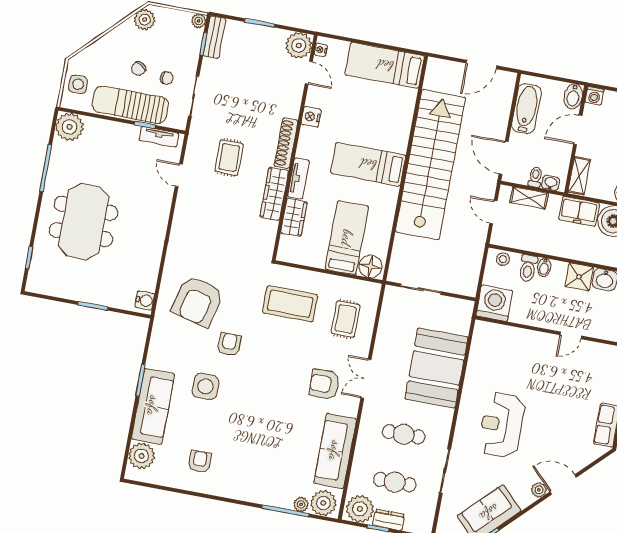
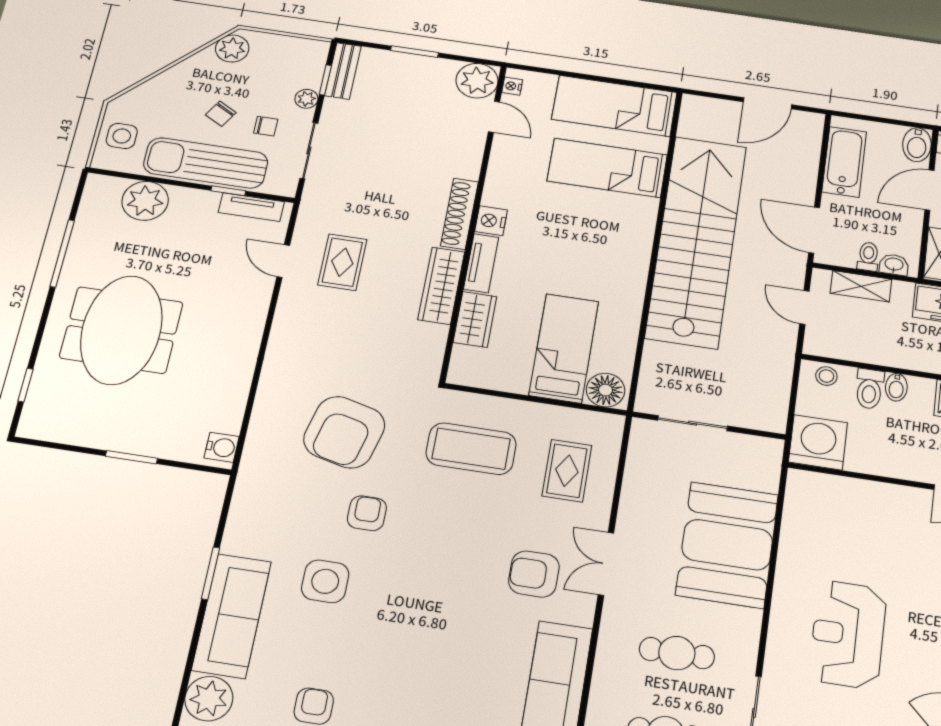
plant: (199, 21) -> (306, 99), moved
nightstand: (311, 117) -> (491, 221), moved
plant: (70, 127) -> (145, 201), moved
rug: (229, 158) -> (342, 262), moved
bed: (368, 164) -> (607, 168), moved
armchair: (198, 301) -> (344, 432), moved

